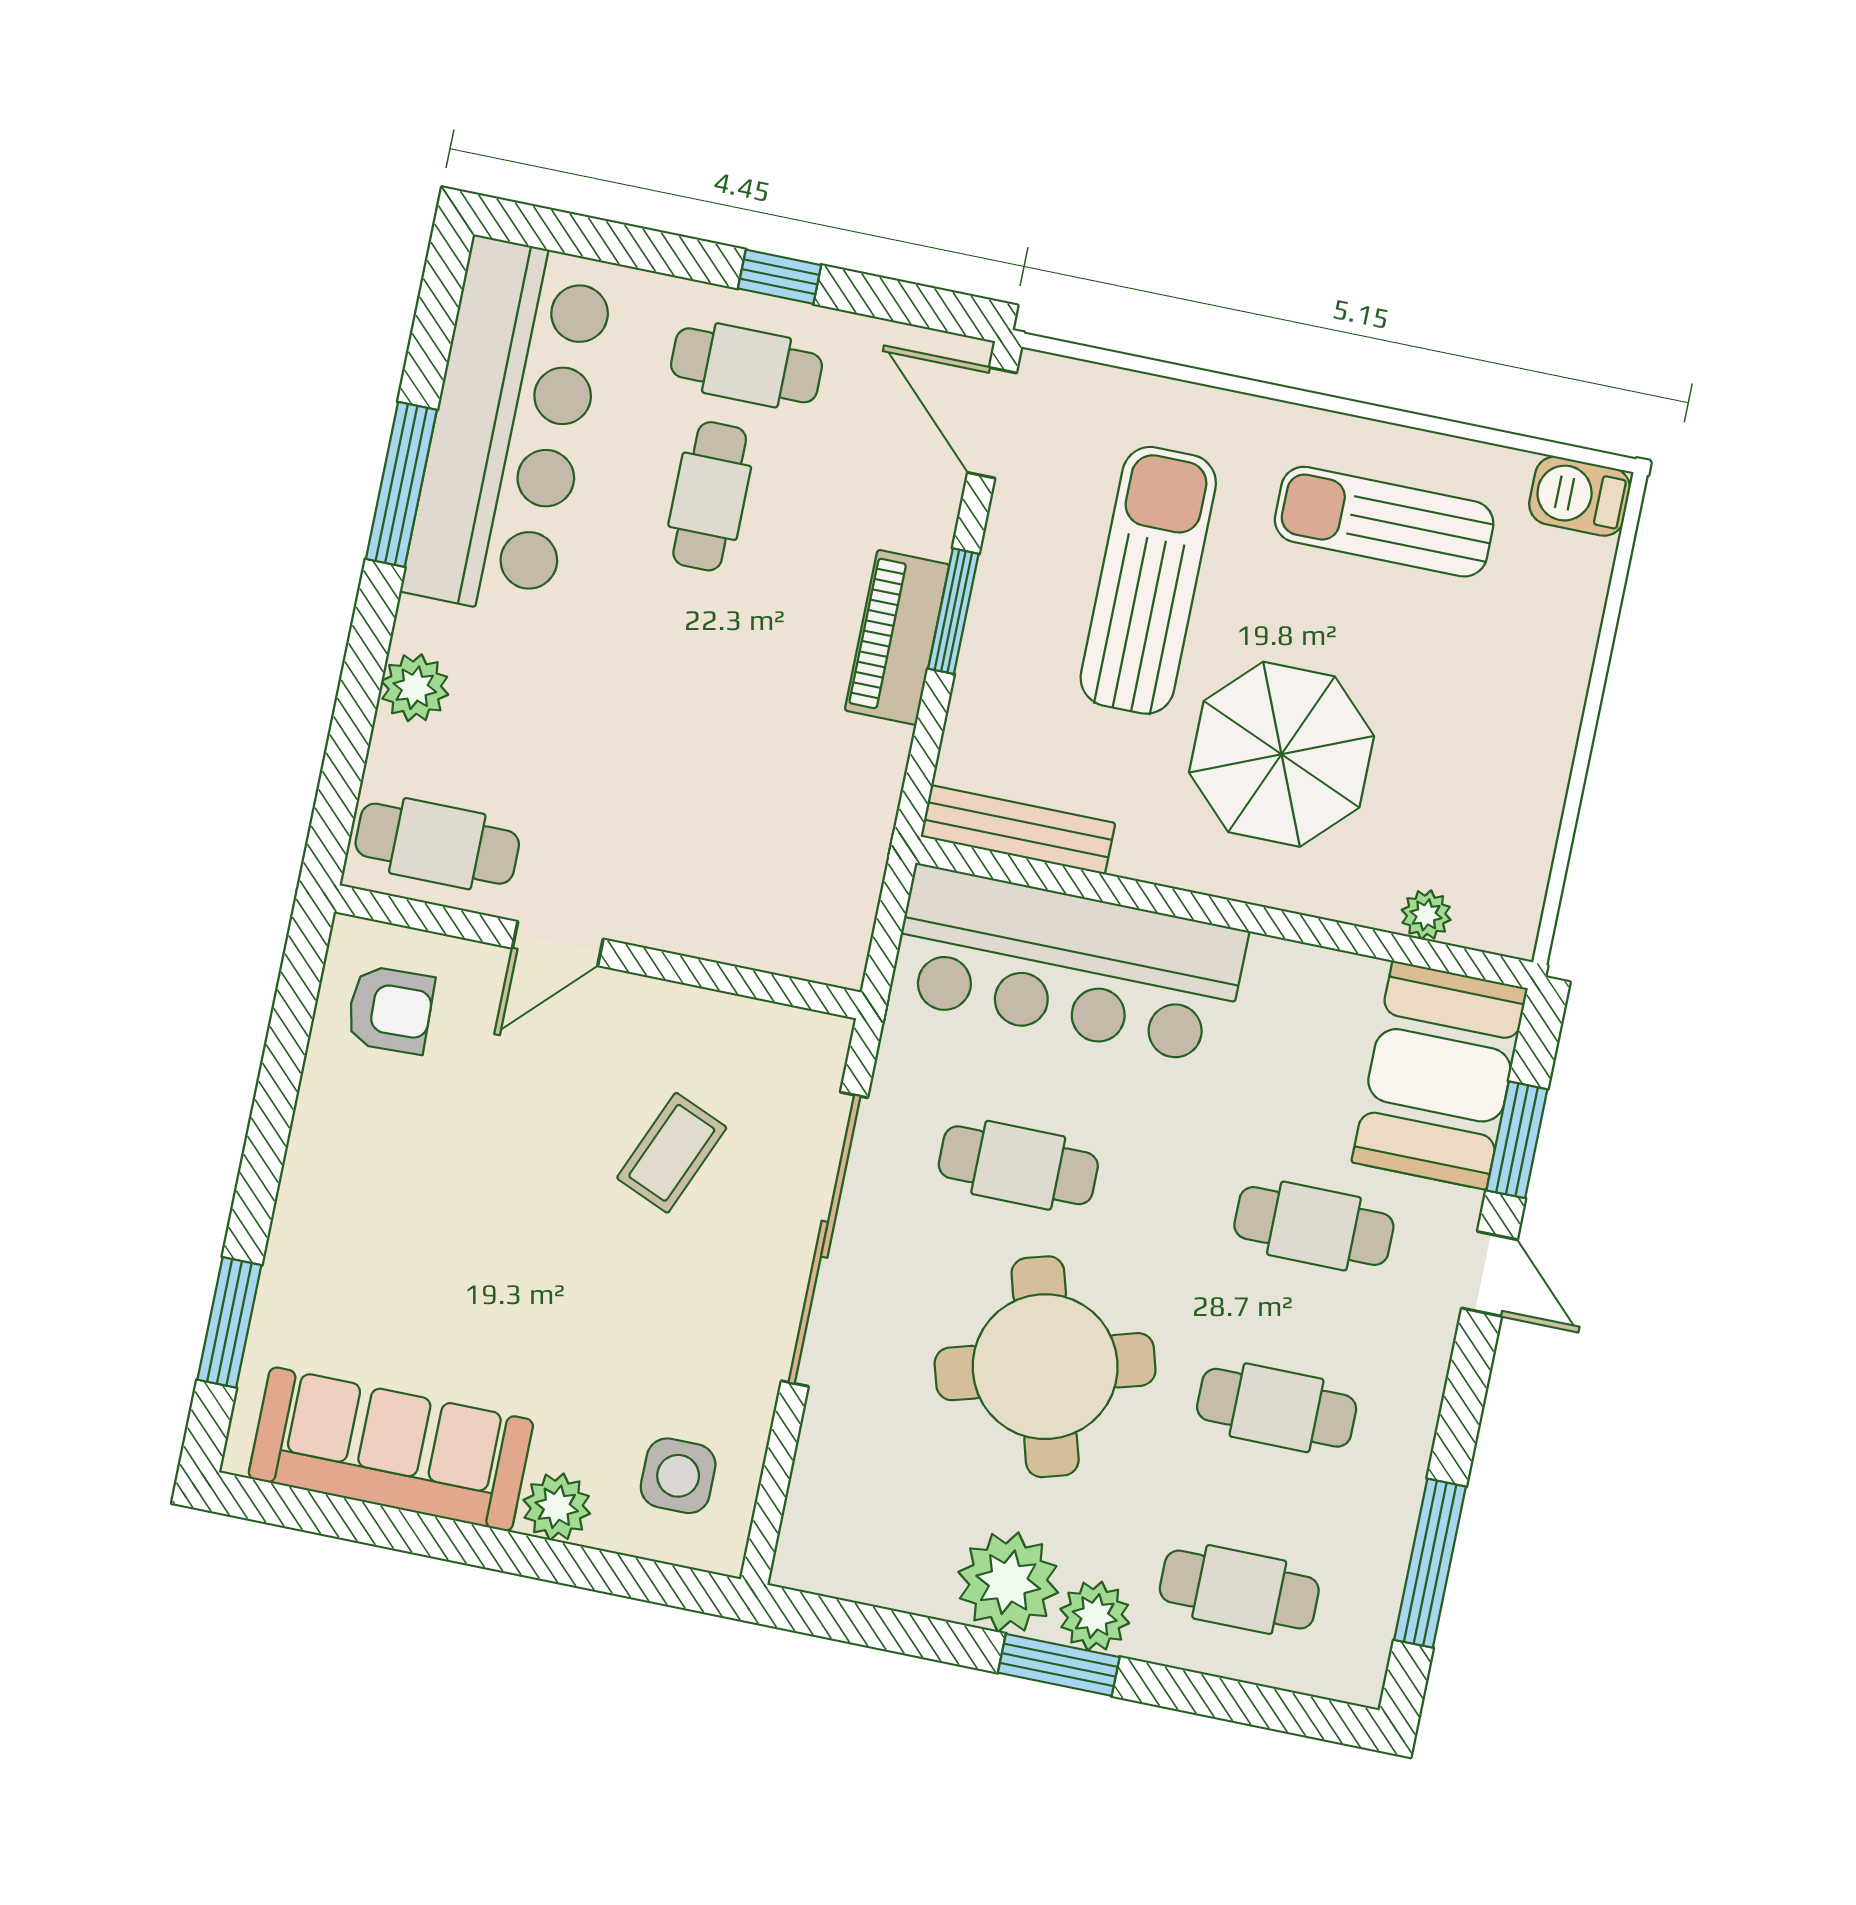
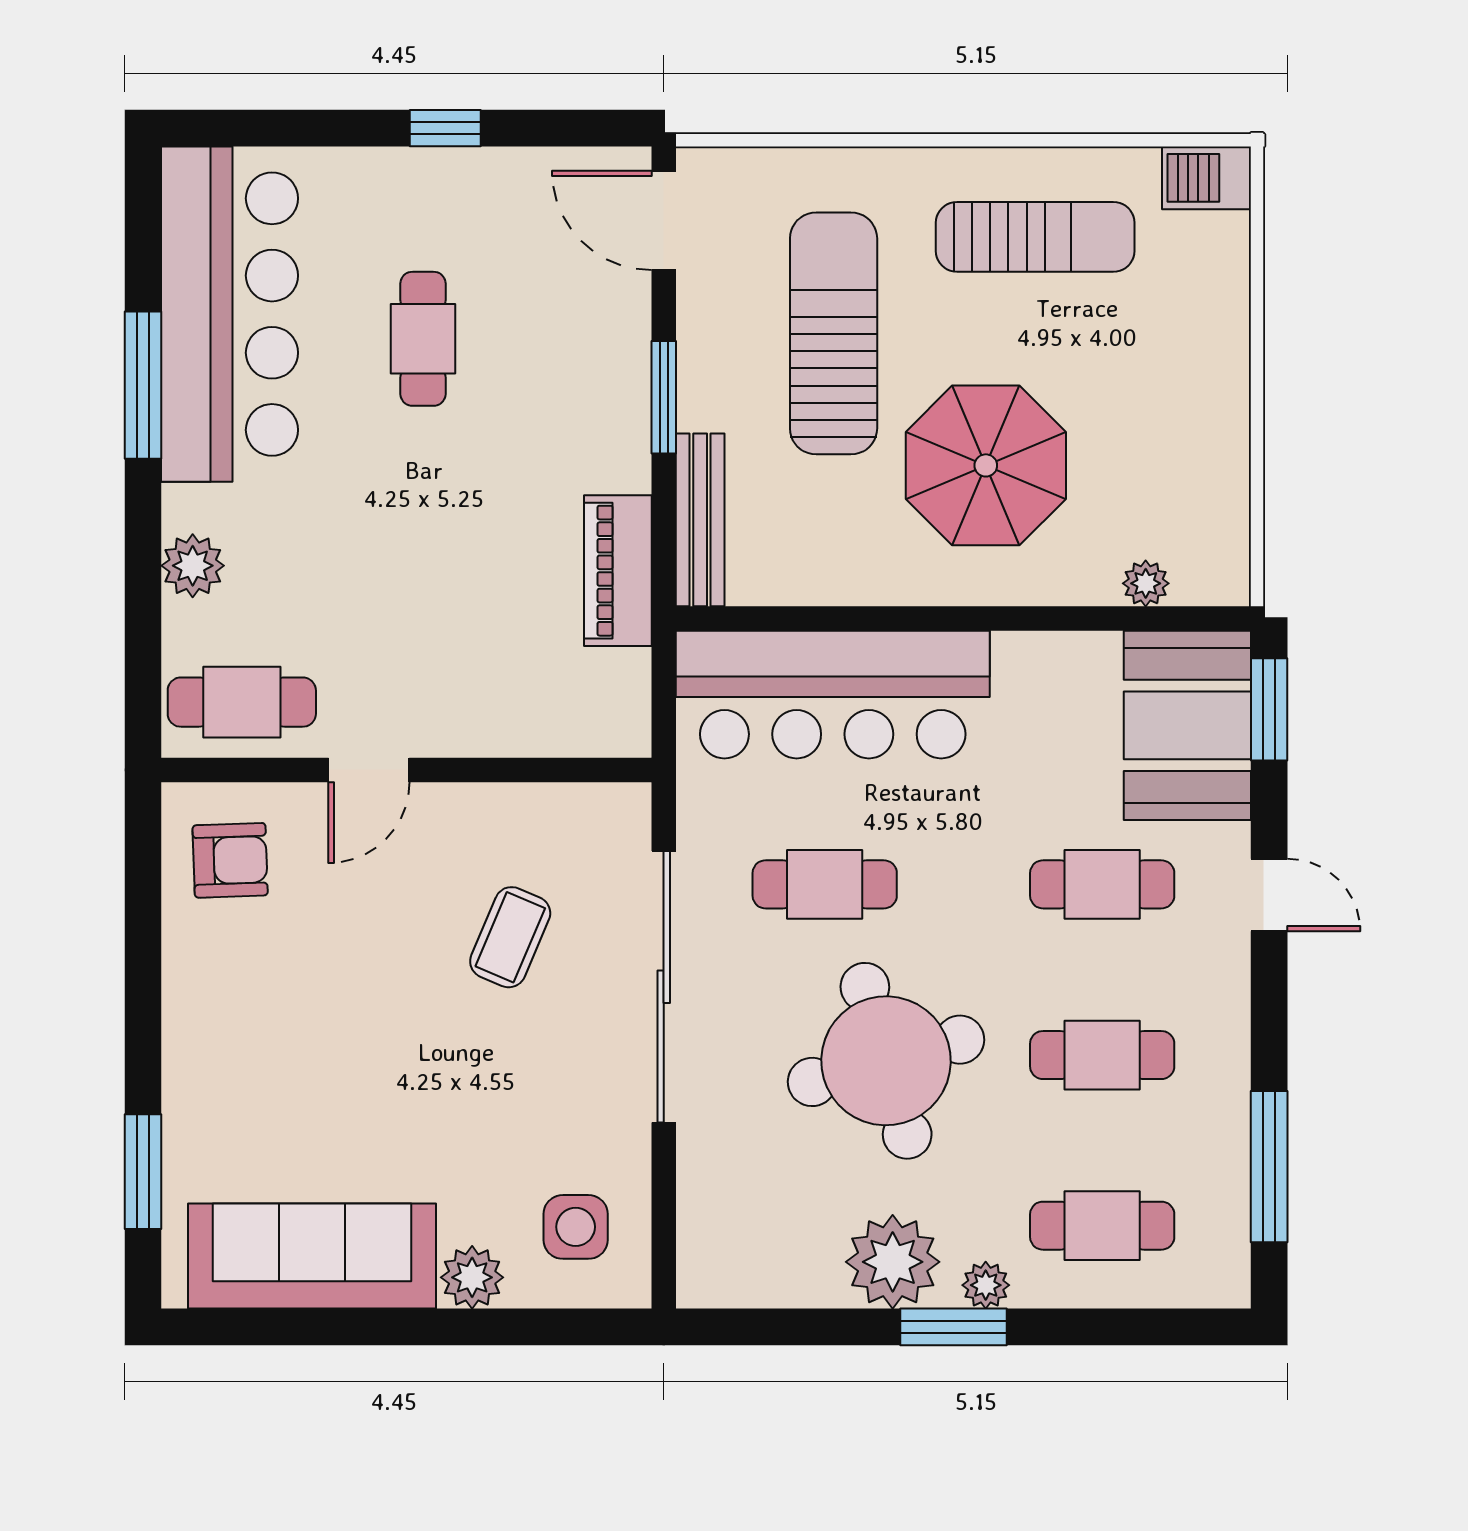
cafe table: (746, 365) -> (432, 214), removed
sun lounger: (1384, 522) -> (1035, 237), turned 180
piano: (897, 637) -> (618, 571), moved
bench: (1018, 830) -> (700, 520), moved, turned 90
window: (1517, 1140) -> (1269, 709), moved
plant: (1095, 1616) -> (986, 1285), width x0.73, depth x0.73

